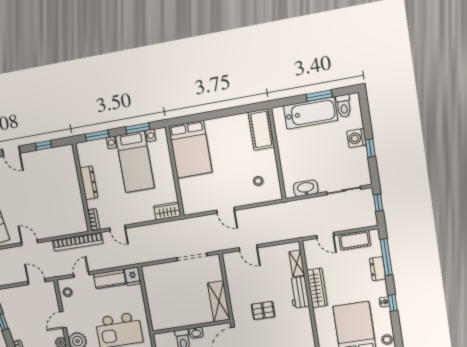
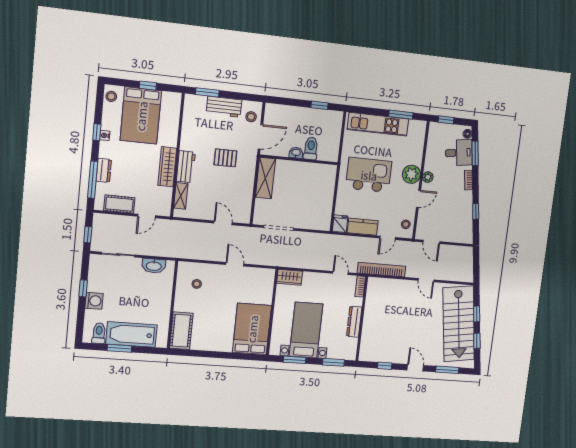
door: (325, 235) -> (147, 216), swing flipped

